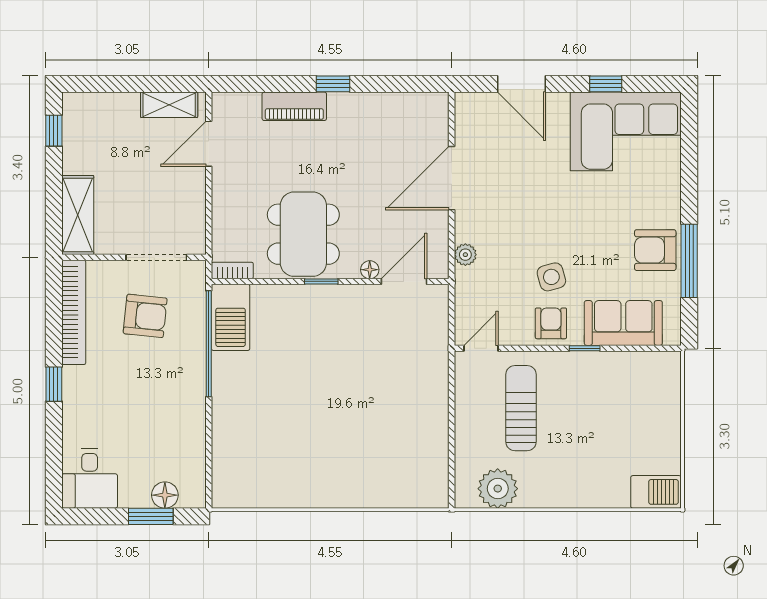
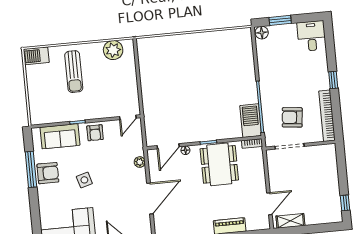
shelving: (78, 215) -> (330, 163), removed
side table: (551, 277) -> (84, 180), moved
sun lounger: (521, 408) -> (74, 72), moved
floor lamp: (165, 495) -> (262, 33), moved

